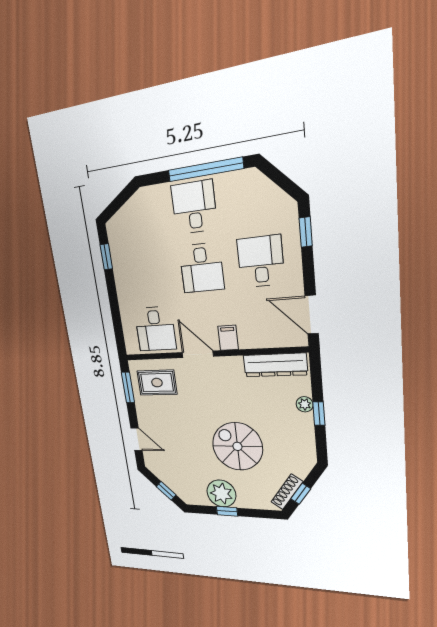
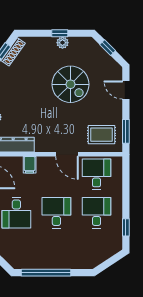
desk: (194, 207) -> (96, 213), moved, turned 180
filing cabinet: (228, 338) -> (30, 165), moved
spiral stairs: (237, 446) -> (71, 84), moved
plant: (221, 493) -> (62, 43), width x0.53, depth x0.53

